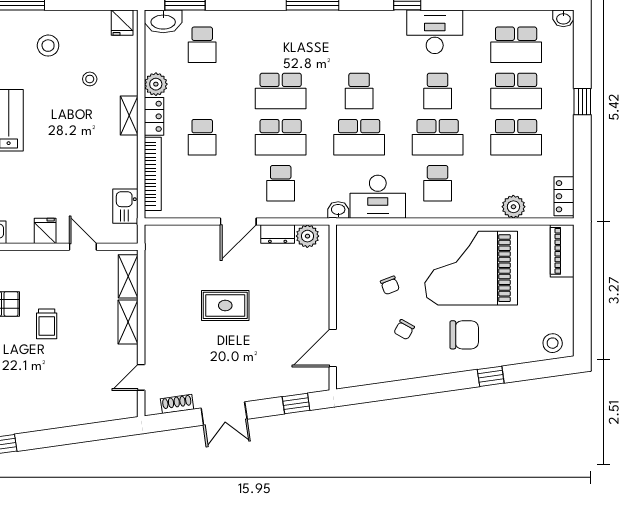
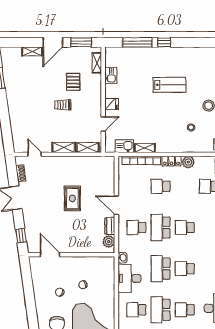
school desk: (281, 91) -> (185, 227), width x0.54
shelving: (129, 115) -> (145, 148), moved

